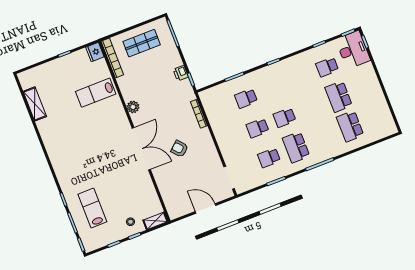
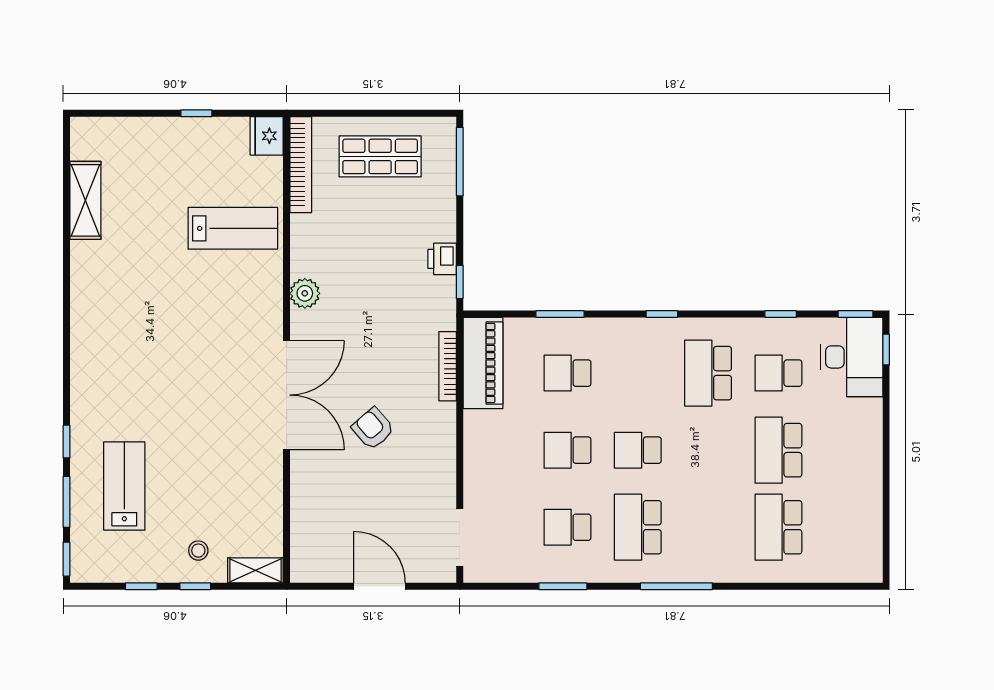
school desk: (300, 77) -> (708, 373), added
lab bench: (96, 93) -> (233, 228), turned 180
piano: (212, 107) -> (483, 363), added

